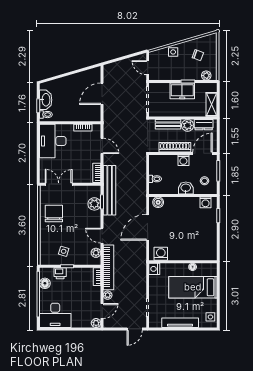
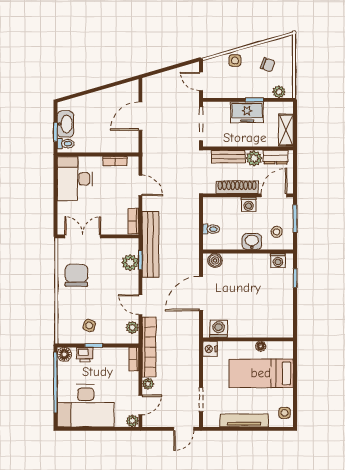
floor lamp: (45, 283) -> (64, 354), moved
desk: (55, 315) -> (86, 406), width x1.36, depth x1.30

